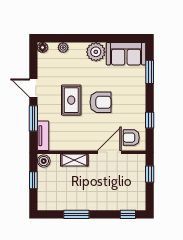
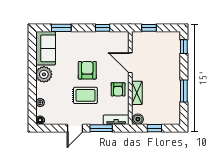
armchair: (131, 138) -> (118, 89), moved

